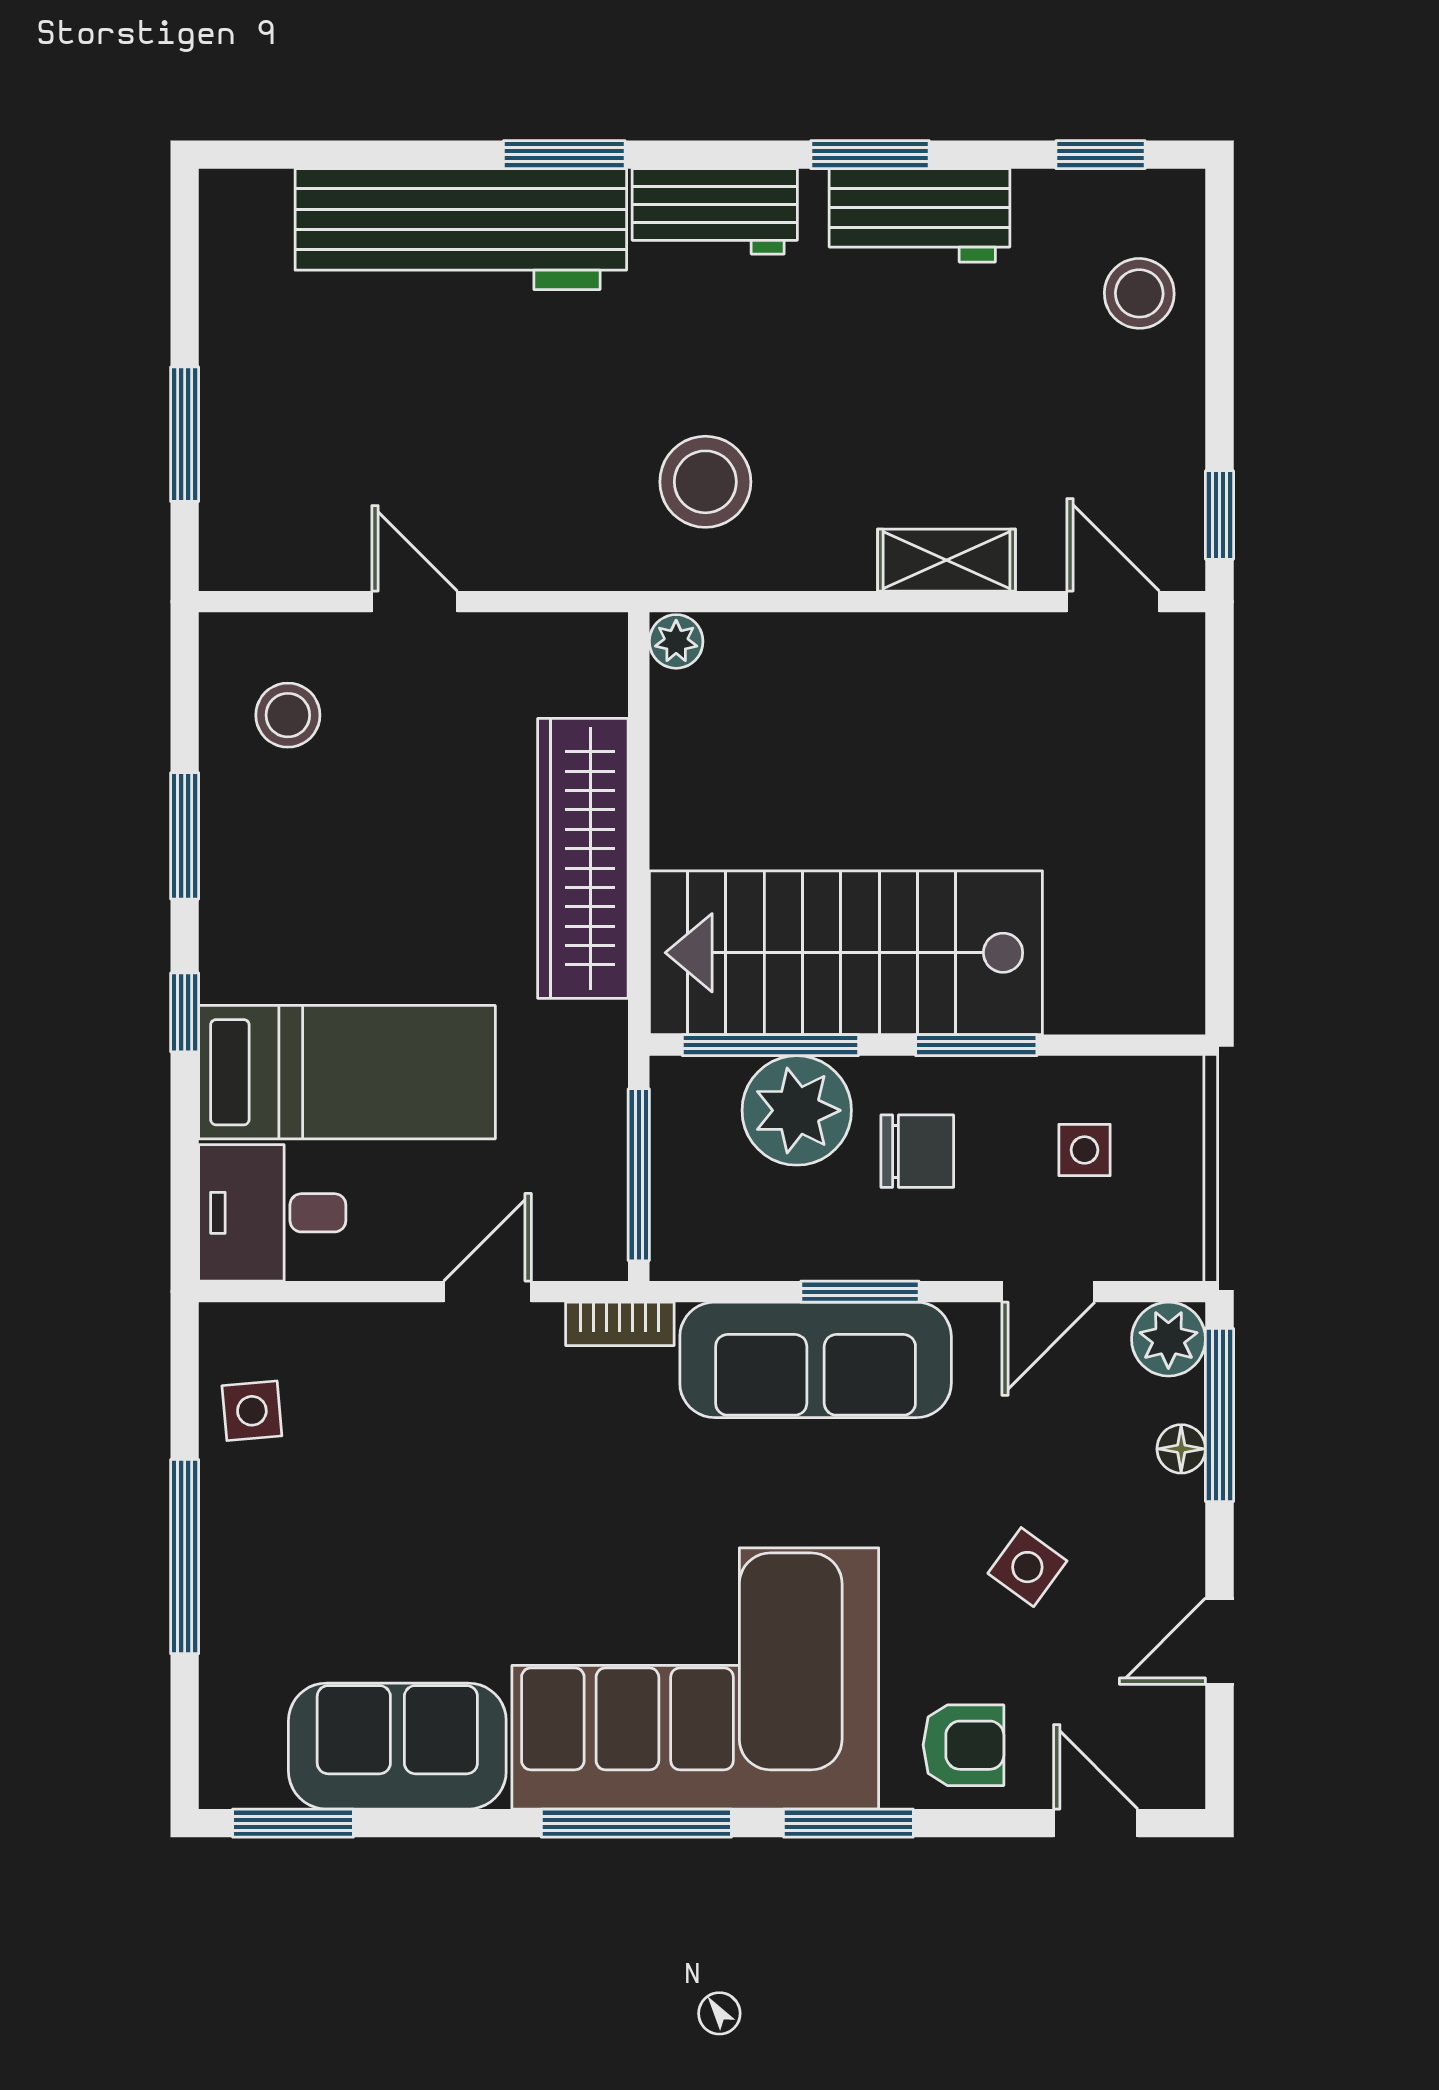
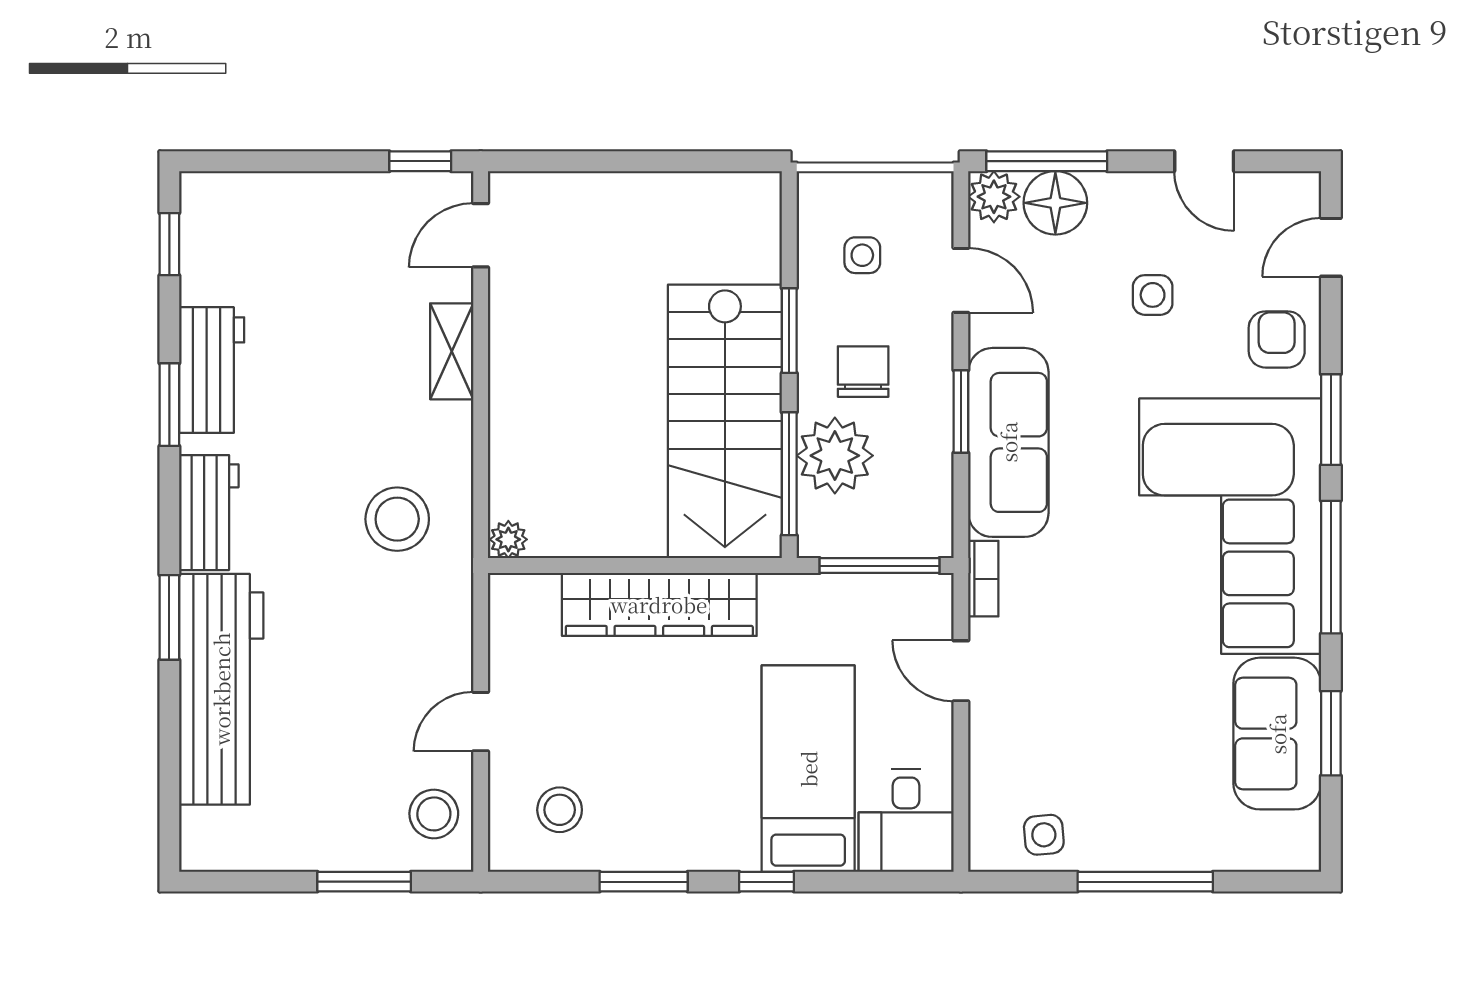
stool: (1139, 293) -> (434, 814), moved
floor lamp: (1181, 1449) -> (1055, 203), width x1.89, depth x1.89
side table: (1027, 1567) -> (1153, 295), turned -36
window: (293, 1823) -> (1331, 733), moved

